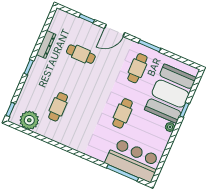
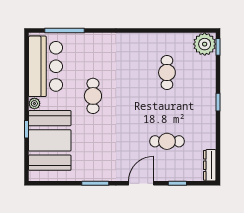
dresser: (46, 45) -> (210, 165), moved
cafe table: (137, 68) -> (98, 153), removed
plant: (29, 120) -> (205, 44), moved
bar counter: (133, 160) -> (46, 66), moved, turned -90

